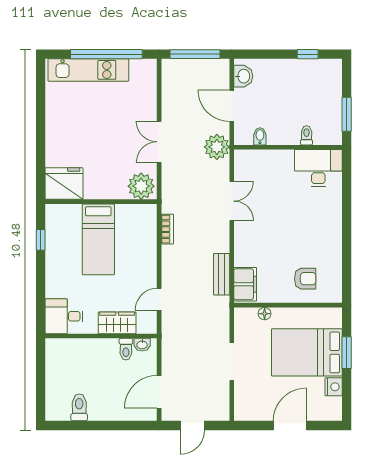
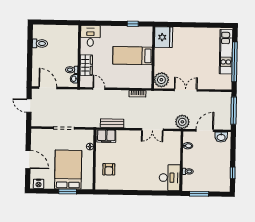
nightstand: (334, 387) -> (39, 184), moved

